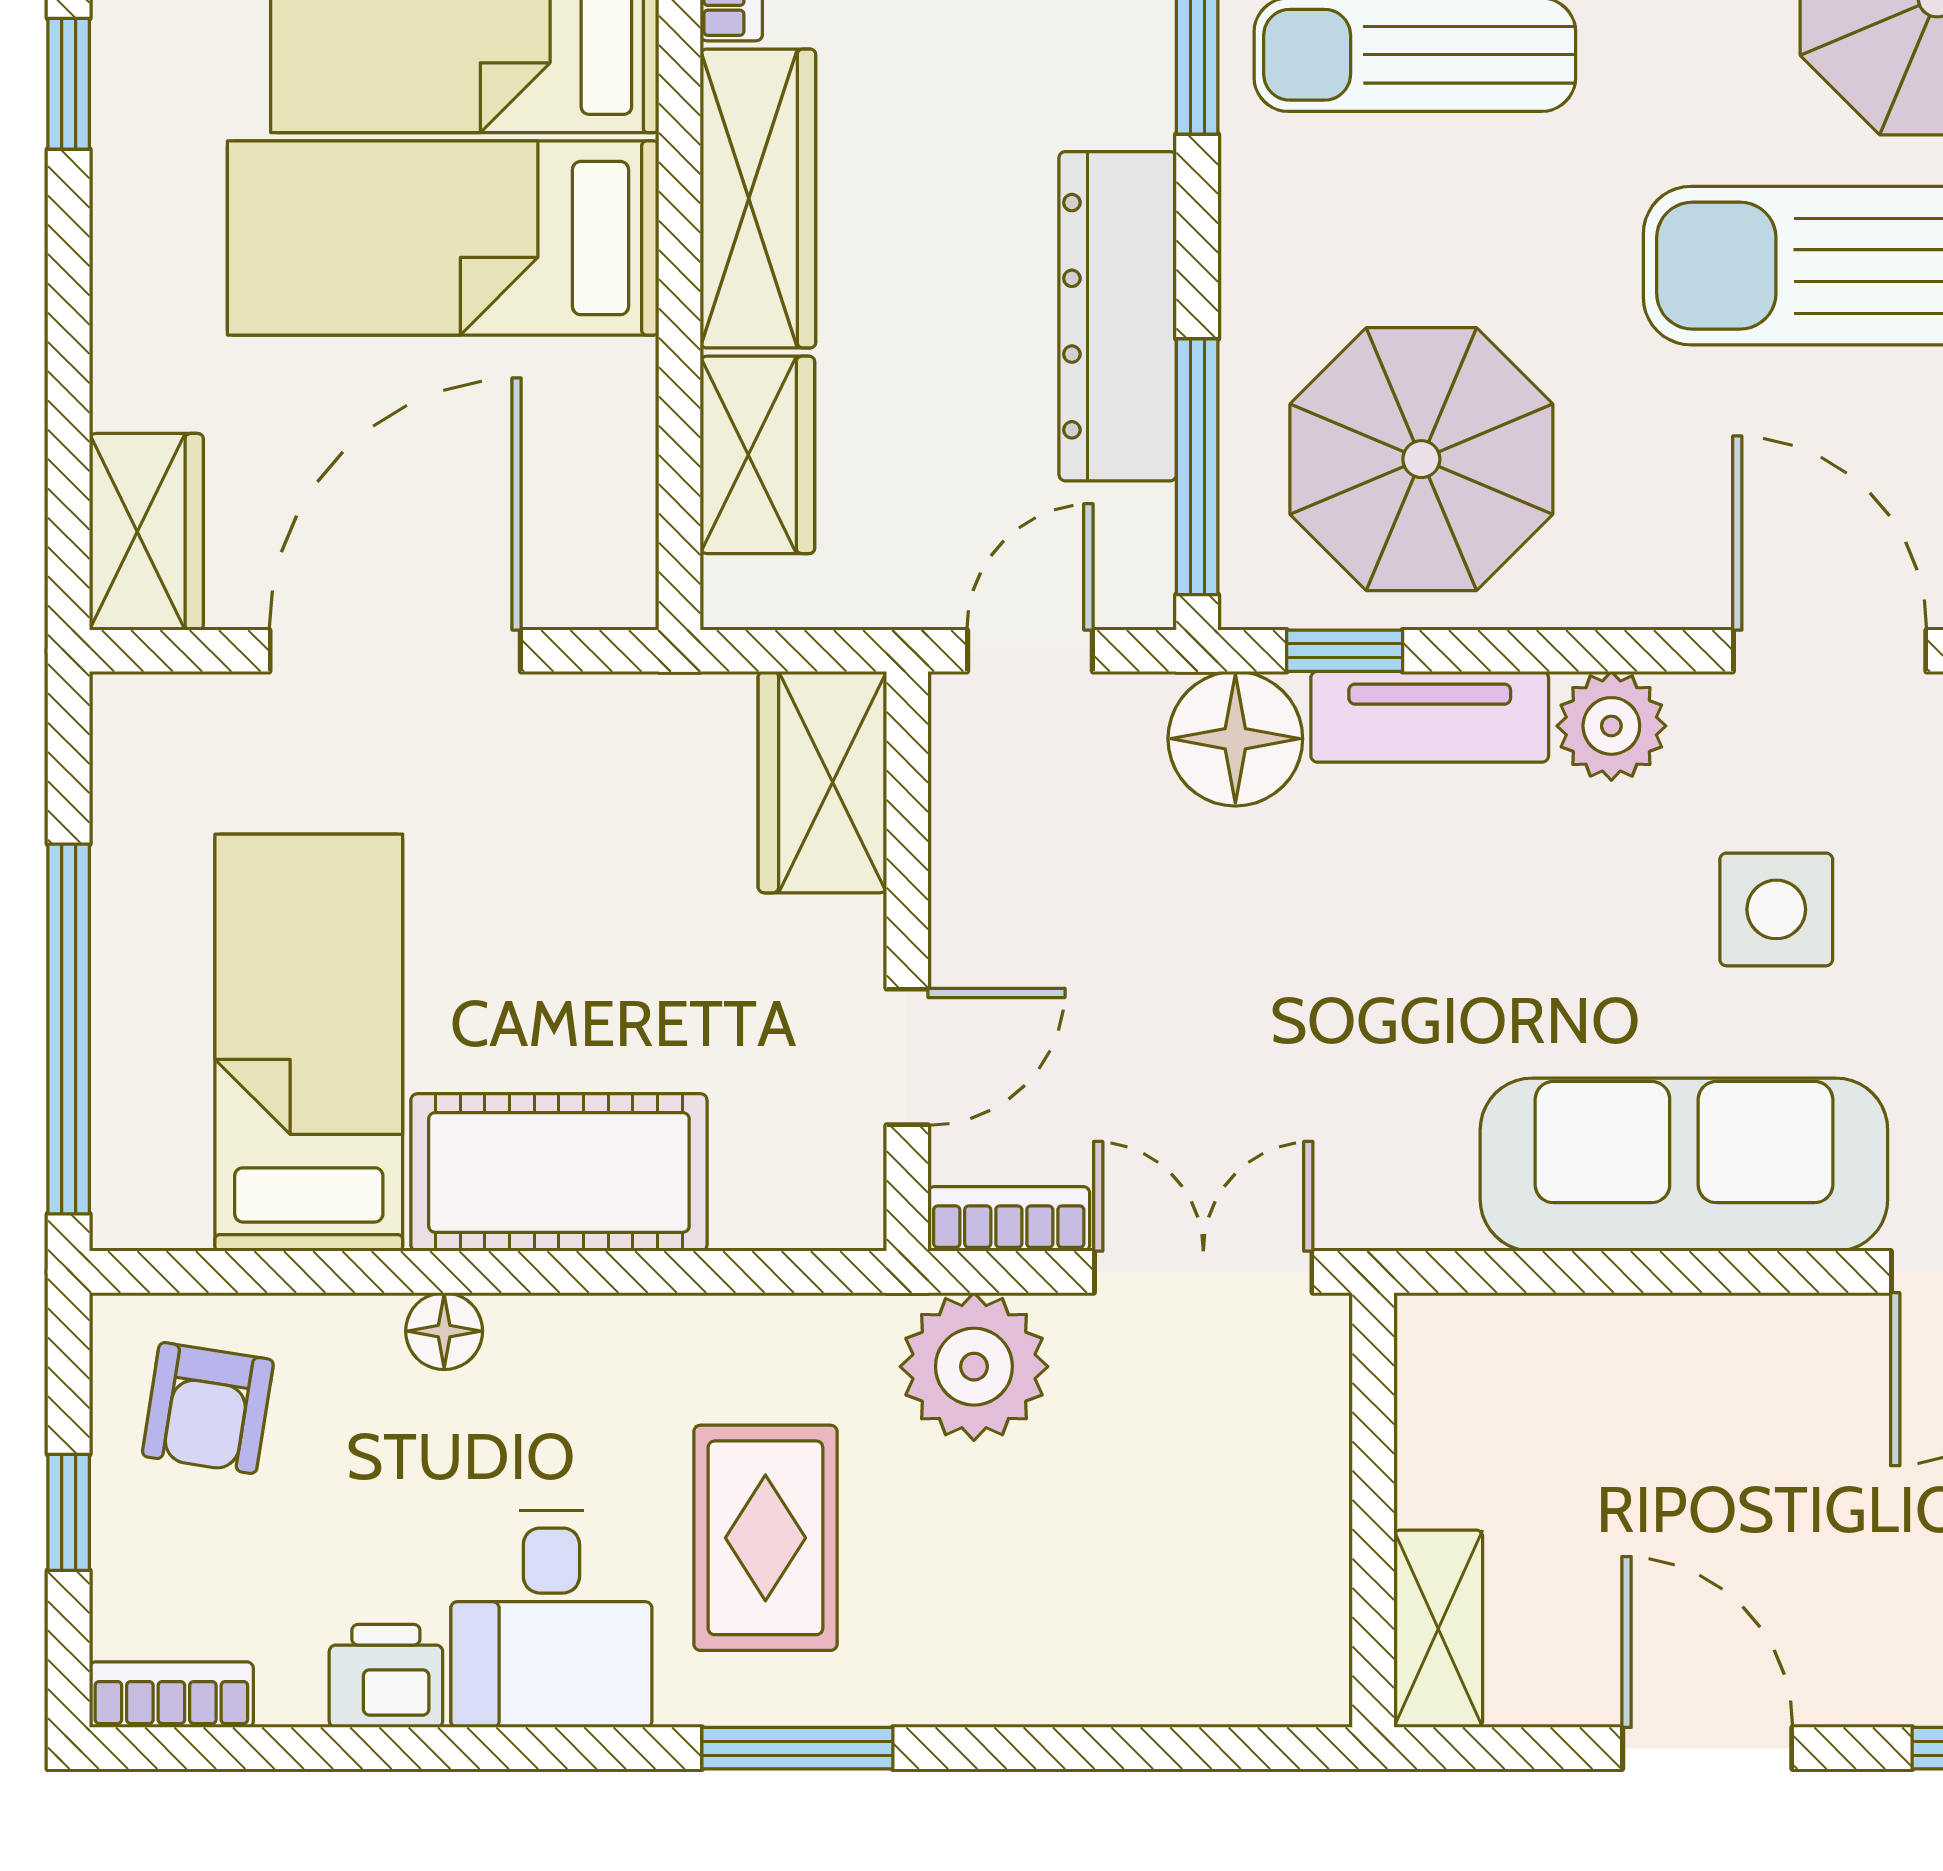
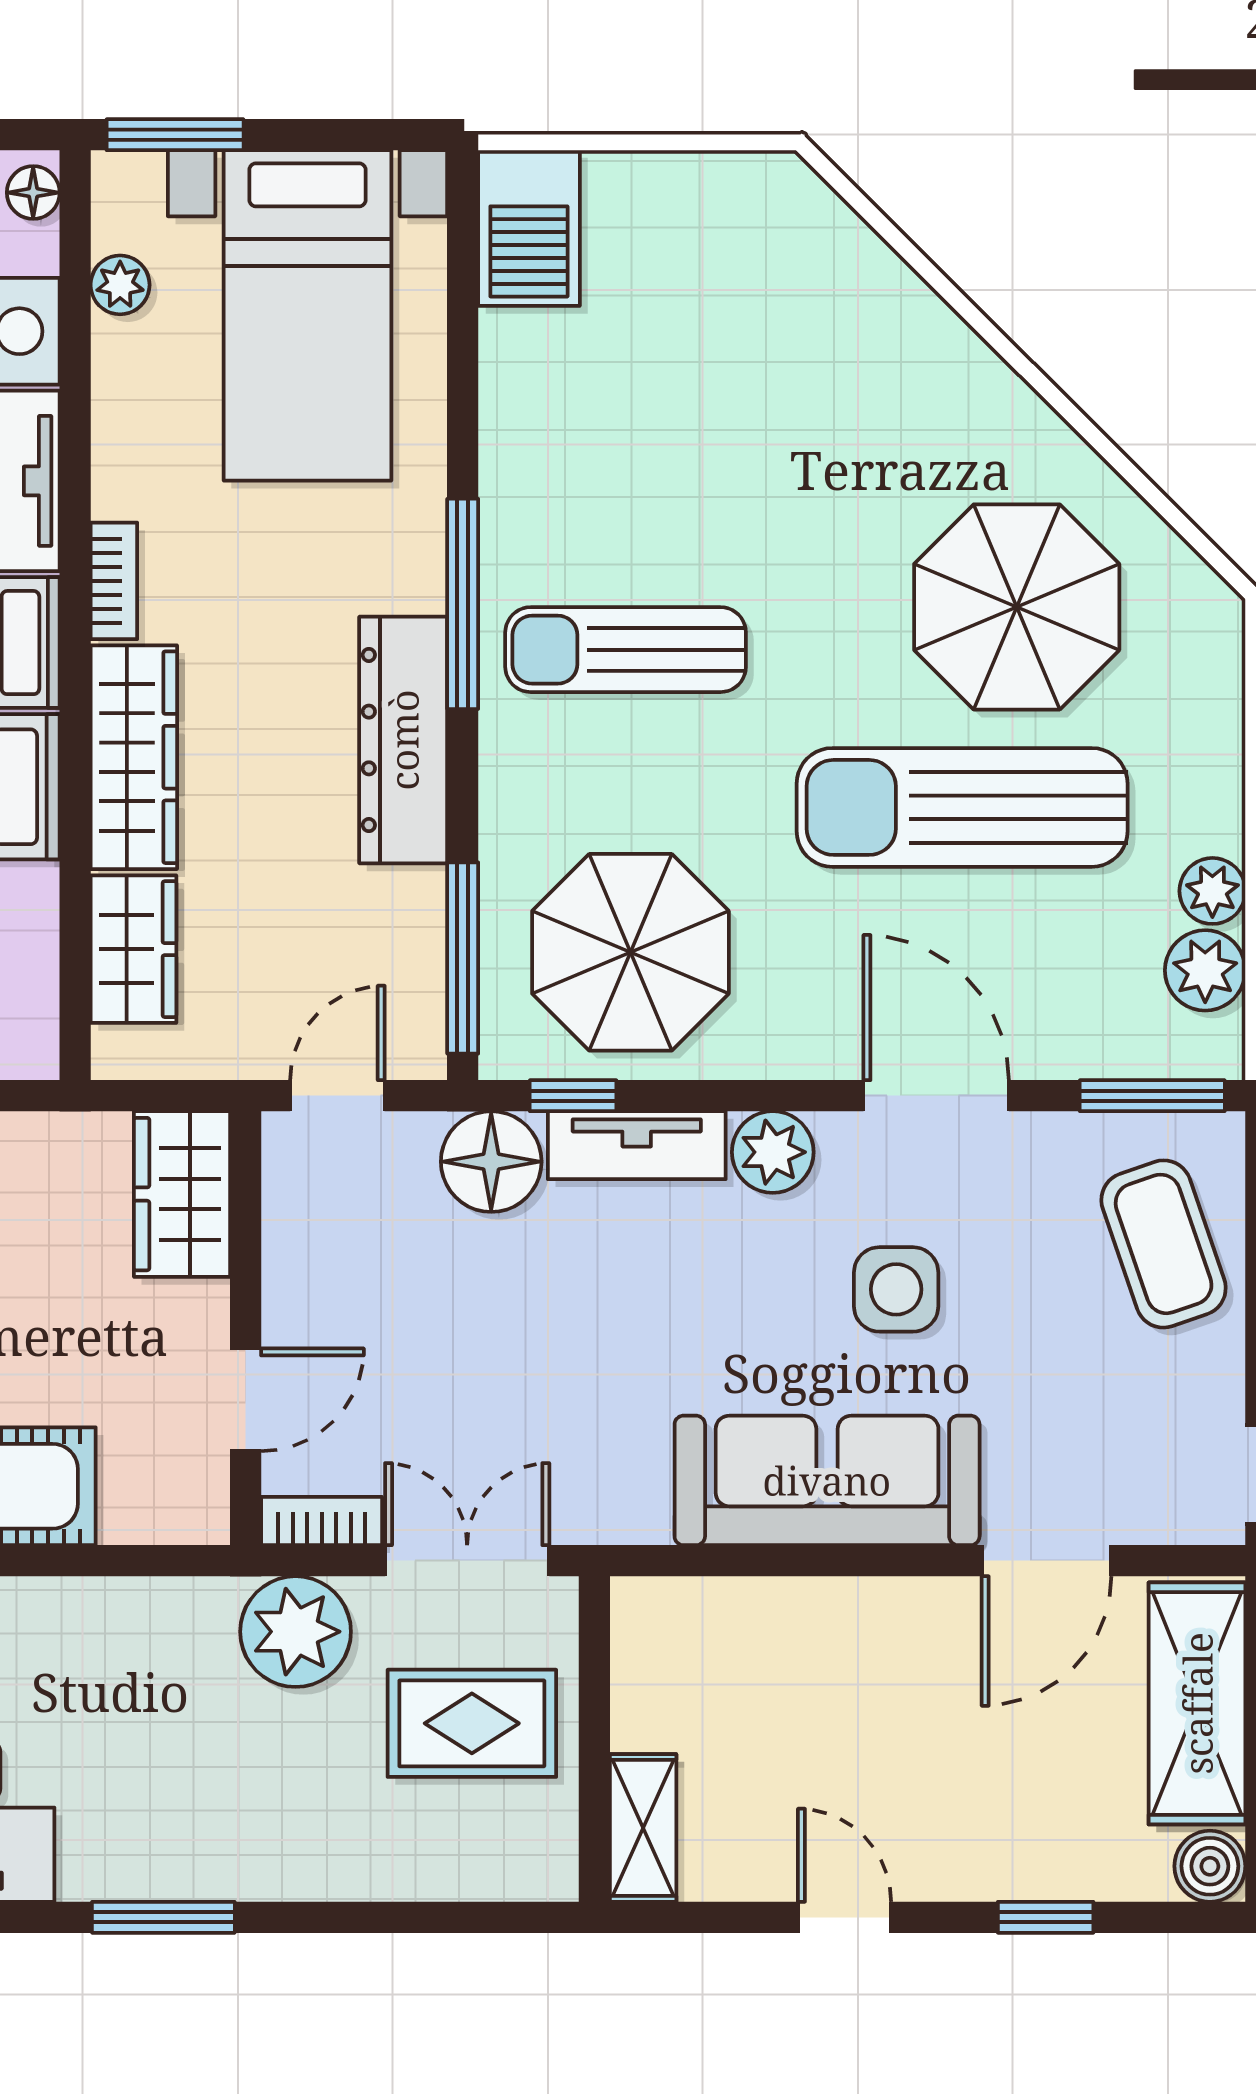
dresser: (1118, 316) -> (403, 740), moved
rug: (765, 1538) -> (472, 1723), moved, turned 90
door: (1707, 1748) -> (844, 1917), width x0.73

